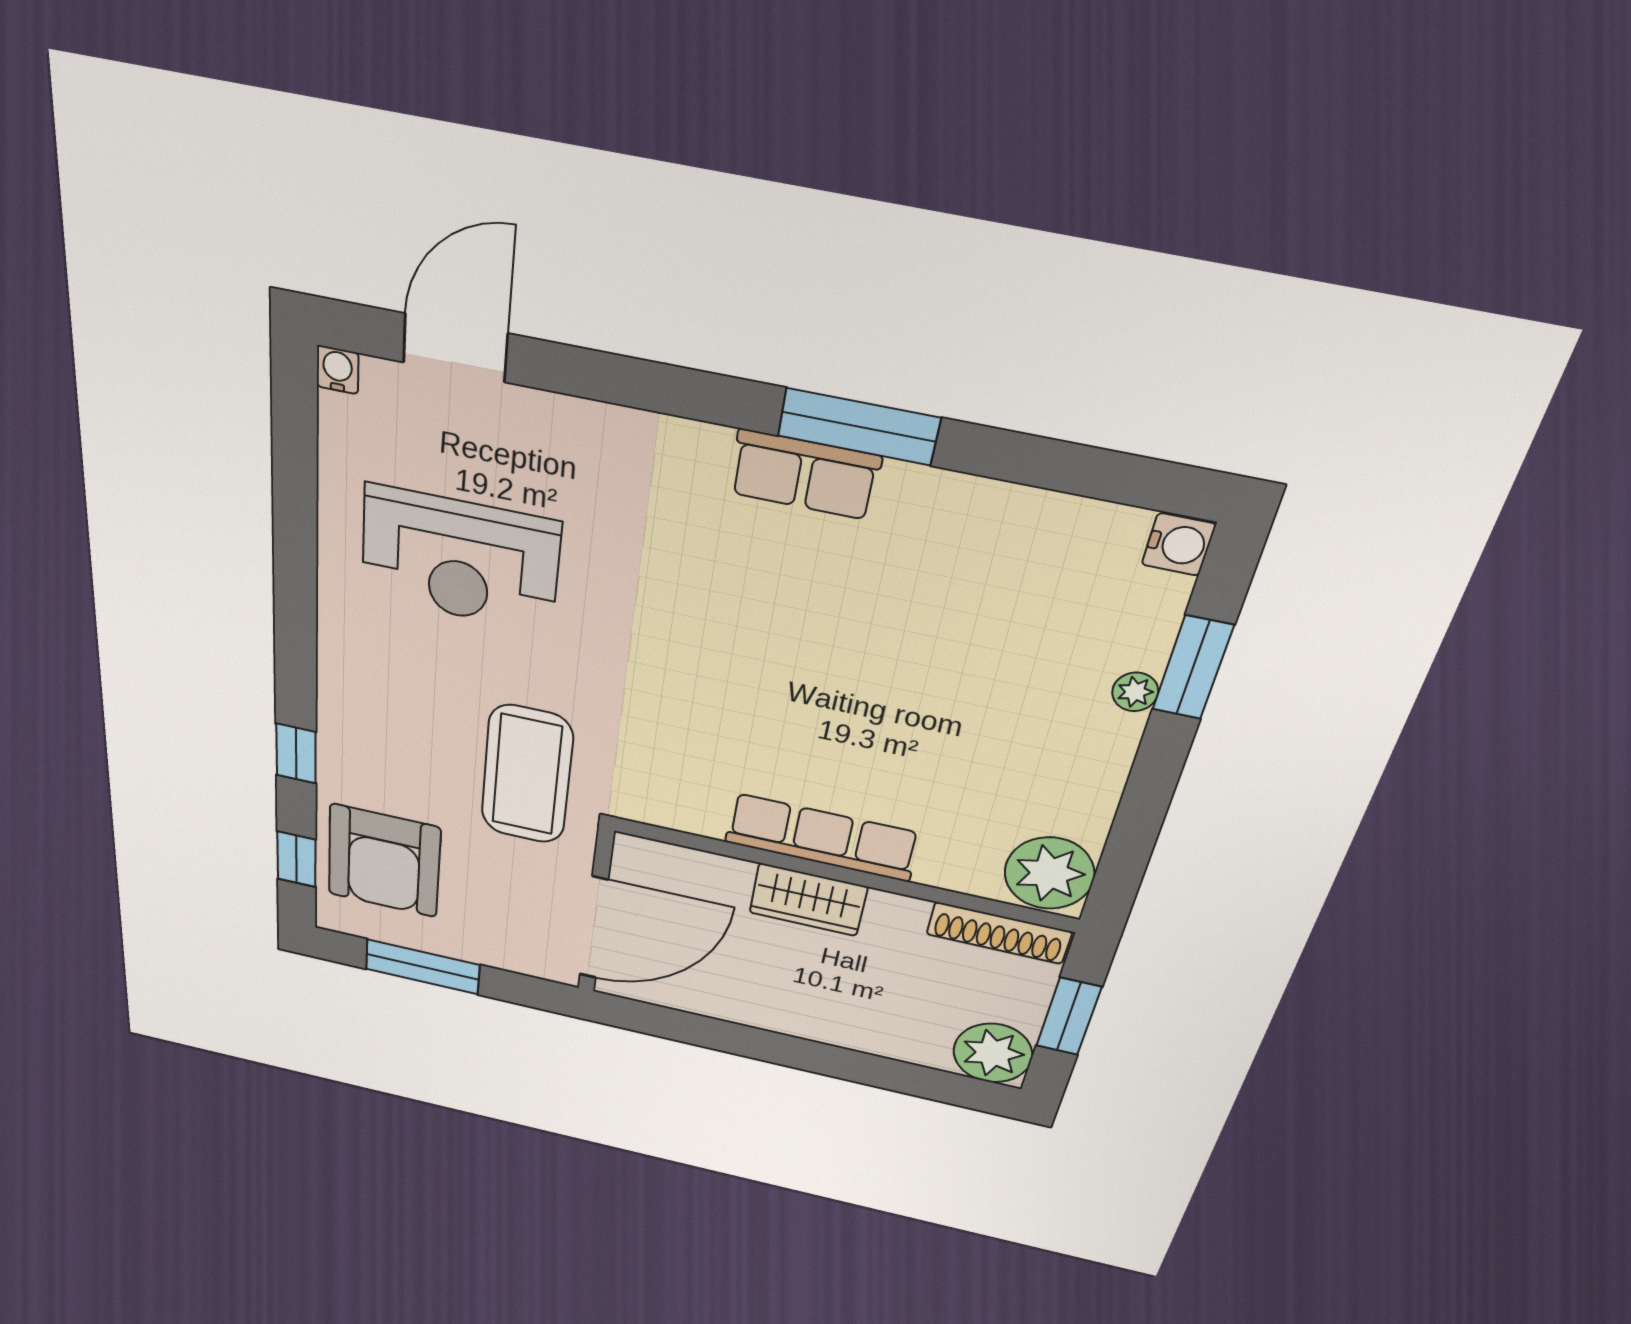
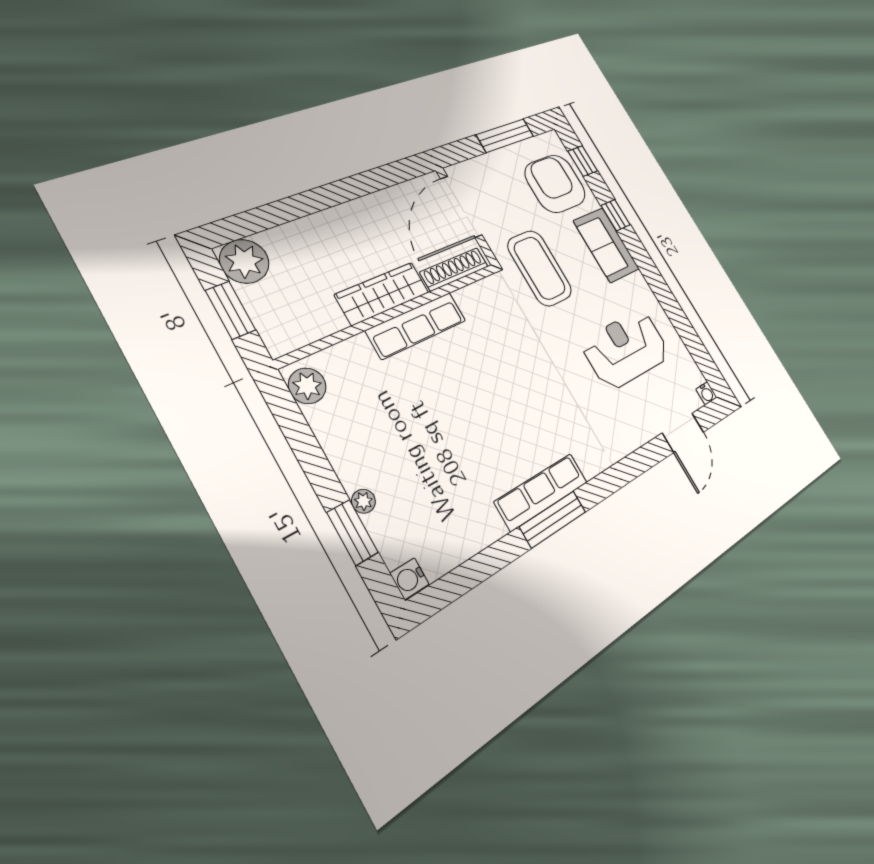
row of seats: (805, 475) -> (541, 492), width x1.48
sofa: (357, 726) -> (606, 245), added
plant: (1049, 873) -> (307, 386), width x0.73, depth x0.73
wardrobe: (808, 900) -> (382, 294), width x1.50
shoe rack: (999, 933) -> (454, 269), moved

